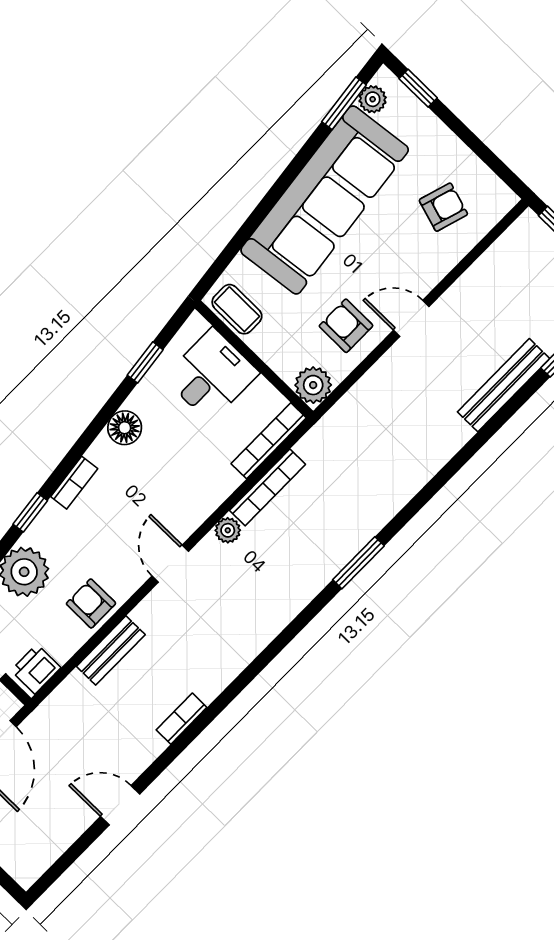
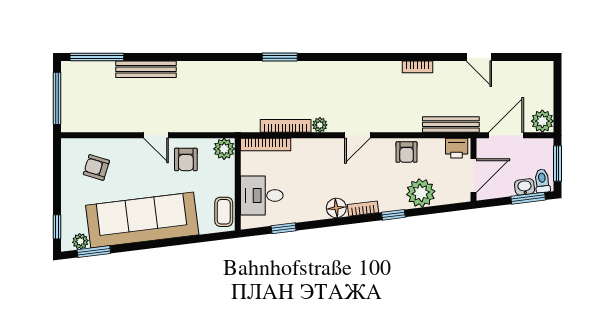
floor lamp: (125, 428) -> (336, 208), moved
bench: (111, 650) -> (451, 124), moved, width x1.36

